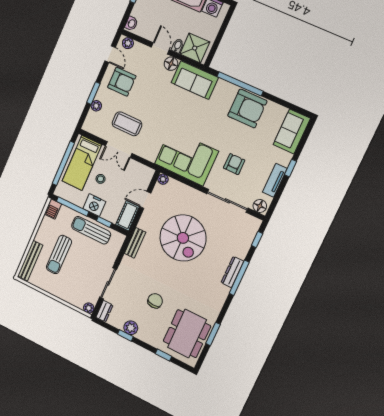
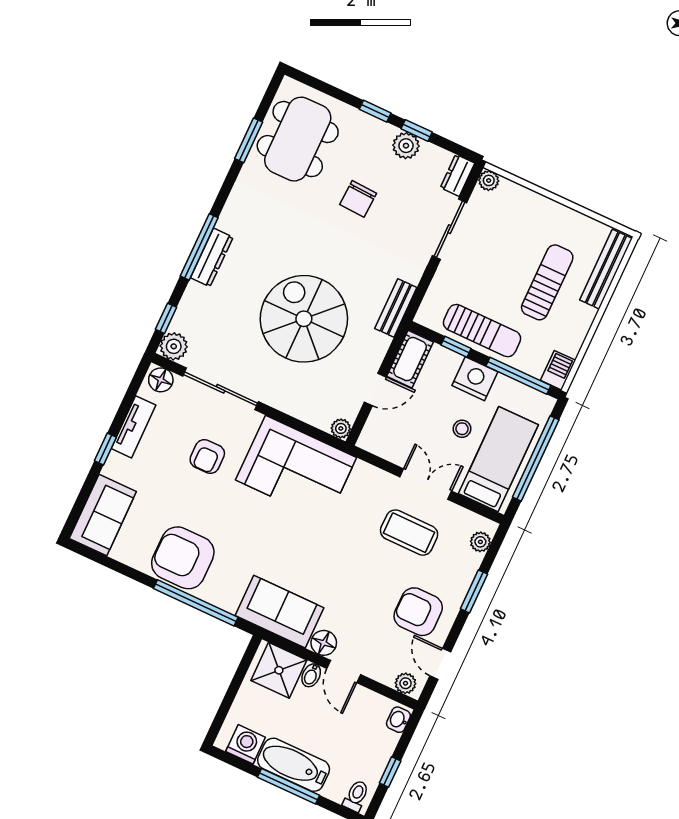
plant: (96, 106) -> (480, 542), moved
plant: (253, 224) -> (174, 346), added
window: (163, 355) -> (375, 111), moved

